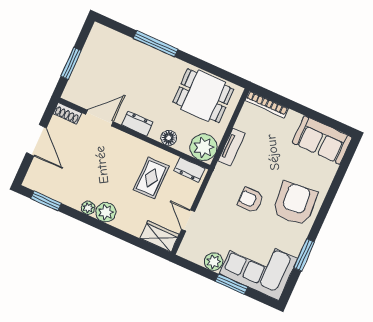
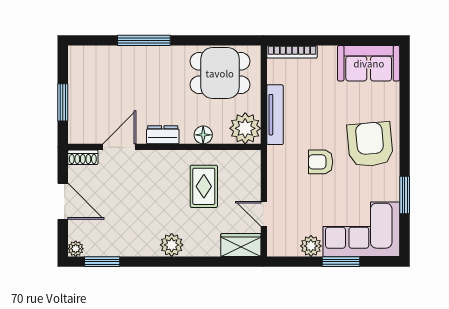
tv unit: (231, 147) -> (275, 115), width x1.41
dresser: (189, 170) -> (241, 159), removed
plant: (88, 208) -> (76, 249), moved

